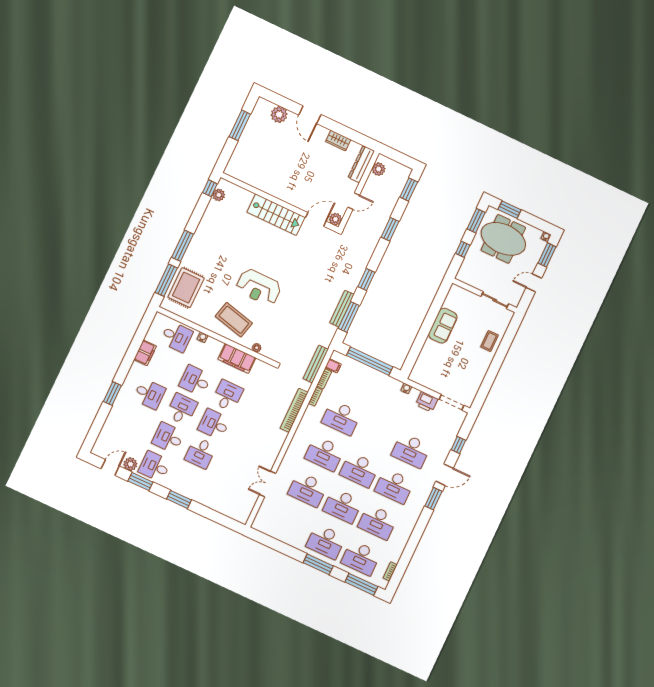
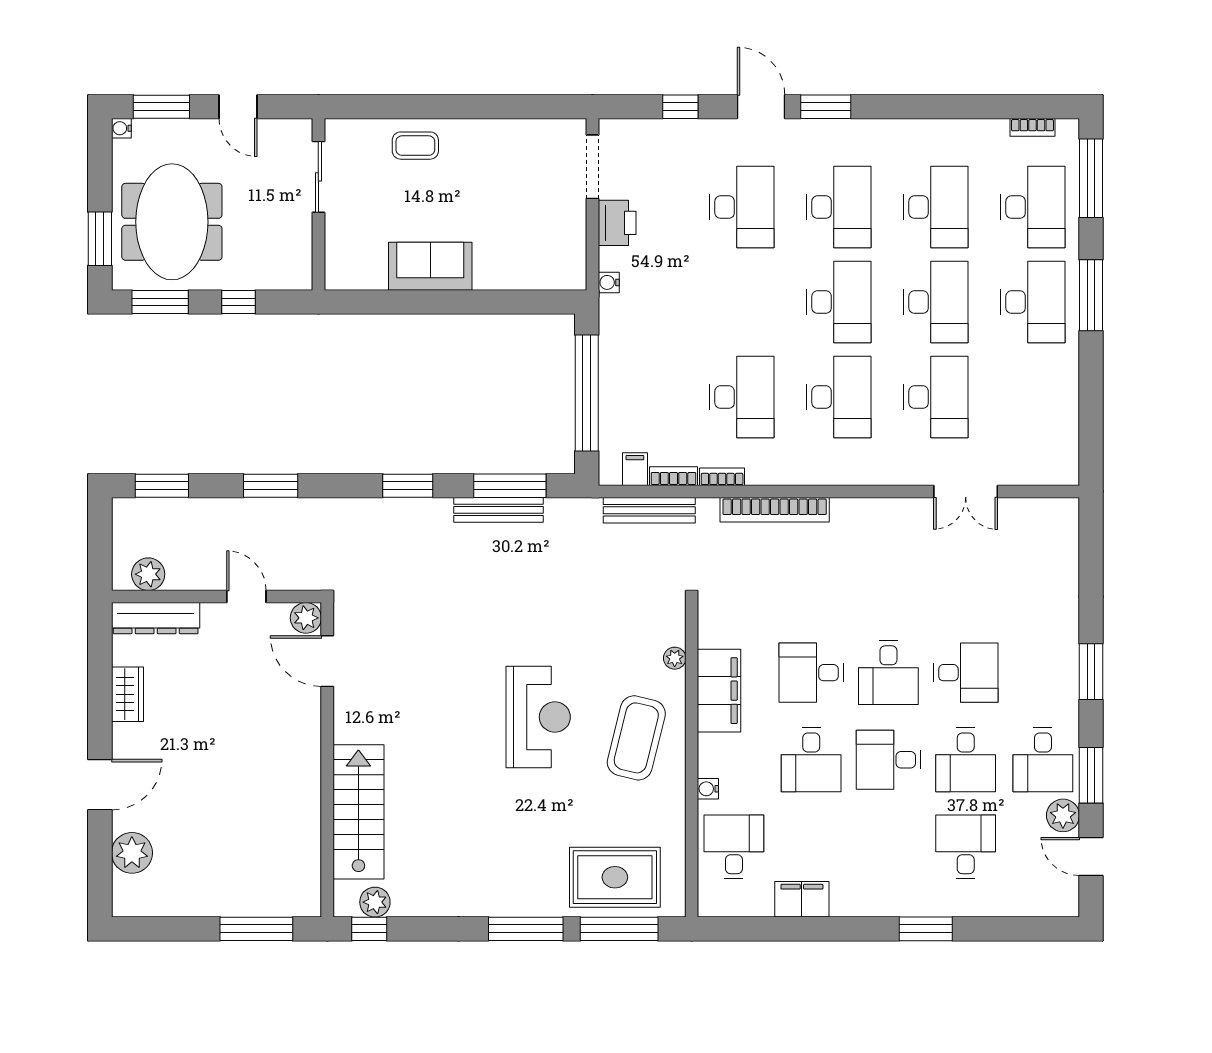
window: (240, 125) -> (256, 929), moved
stairs: (276, 215) -> (358, 812), moved
desk: (149, 394) -> (966, 847), moved

